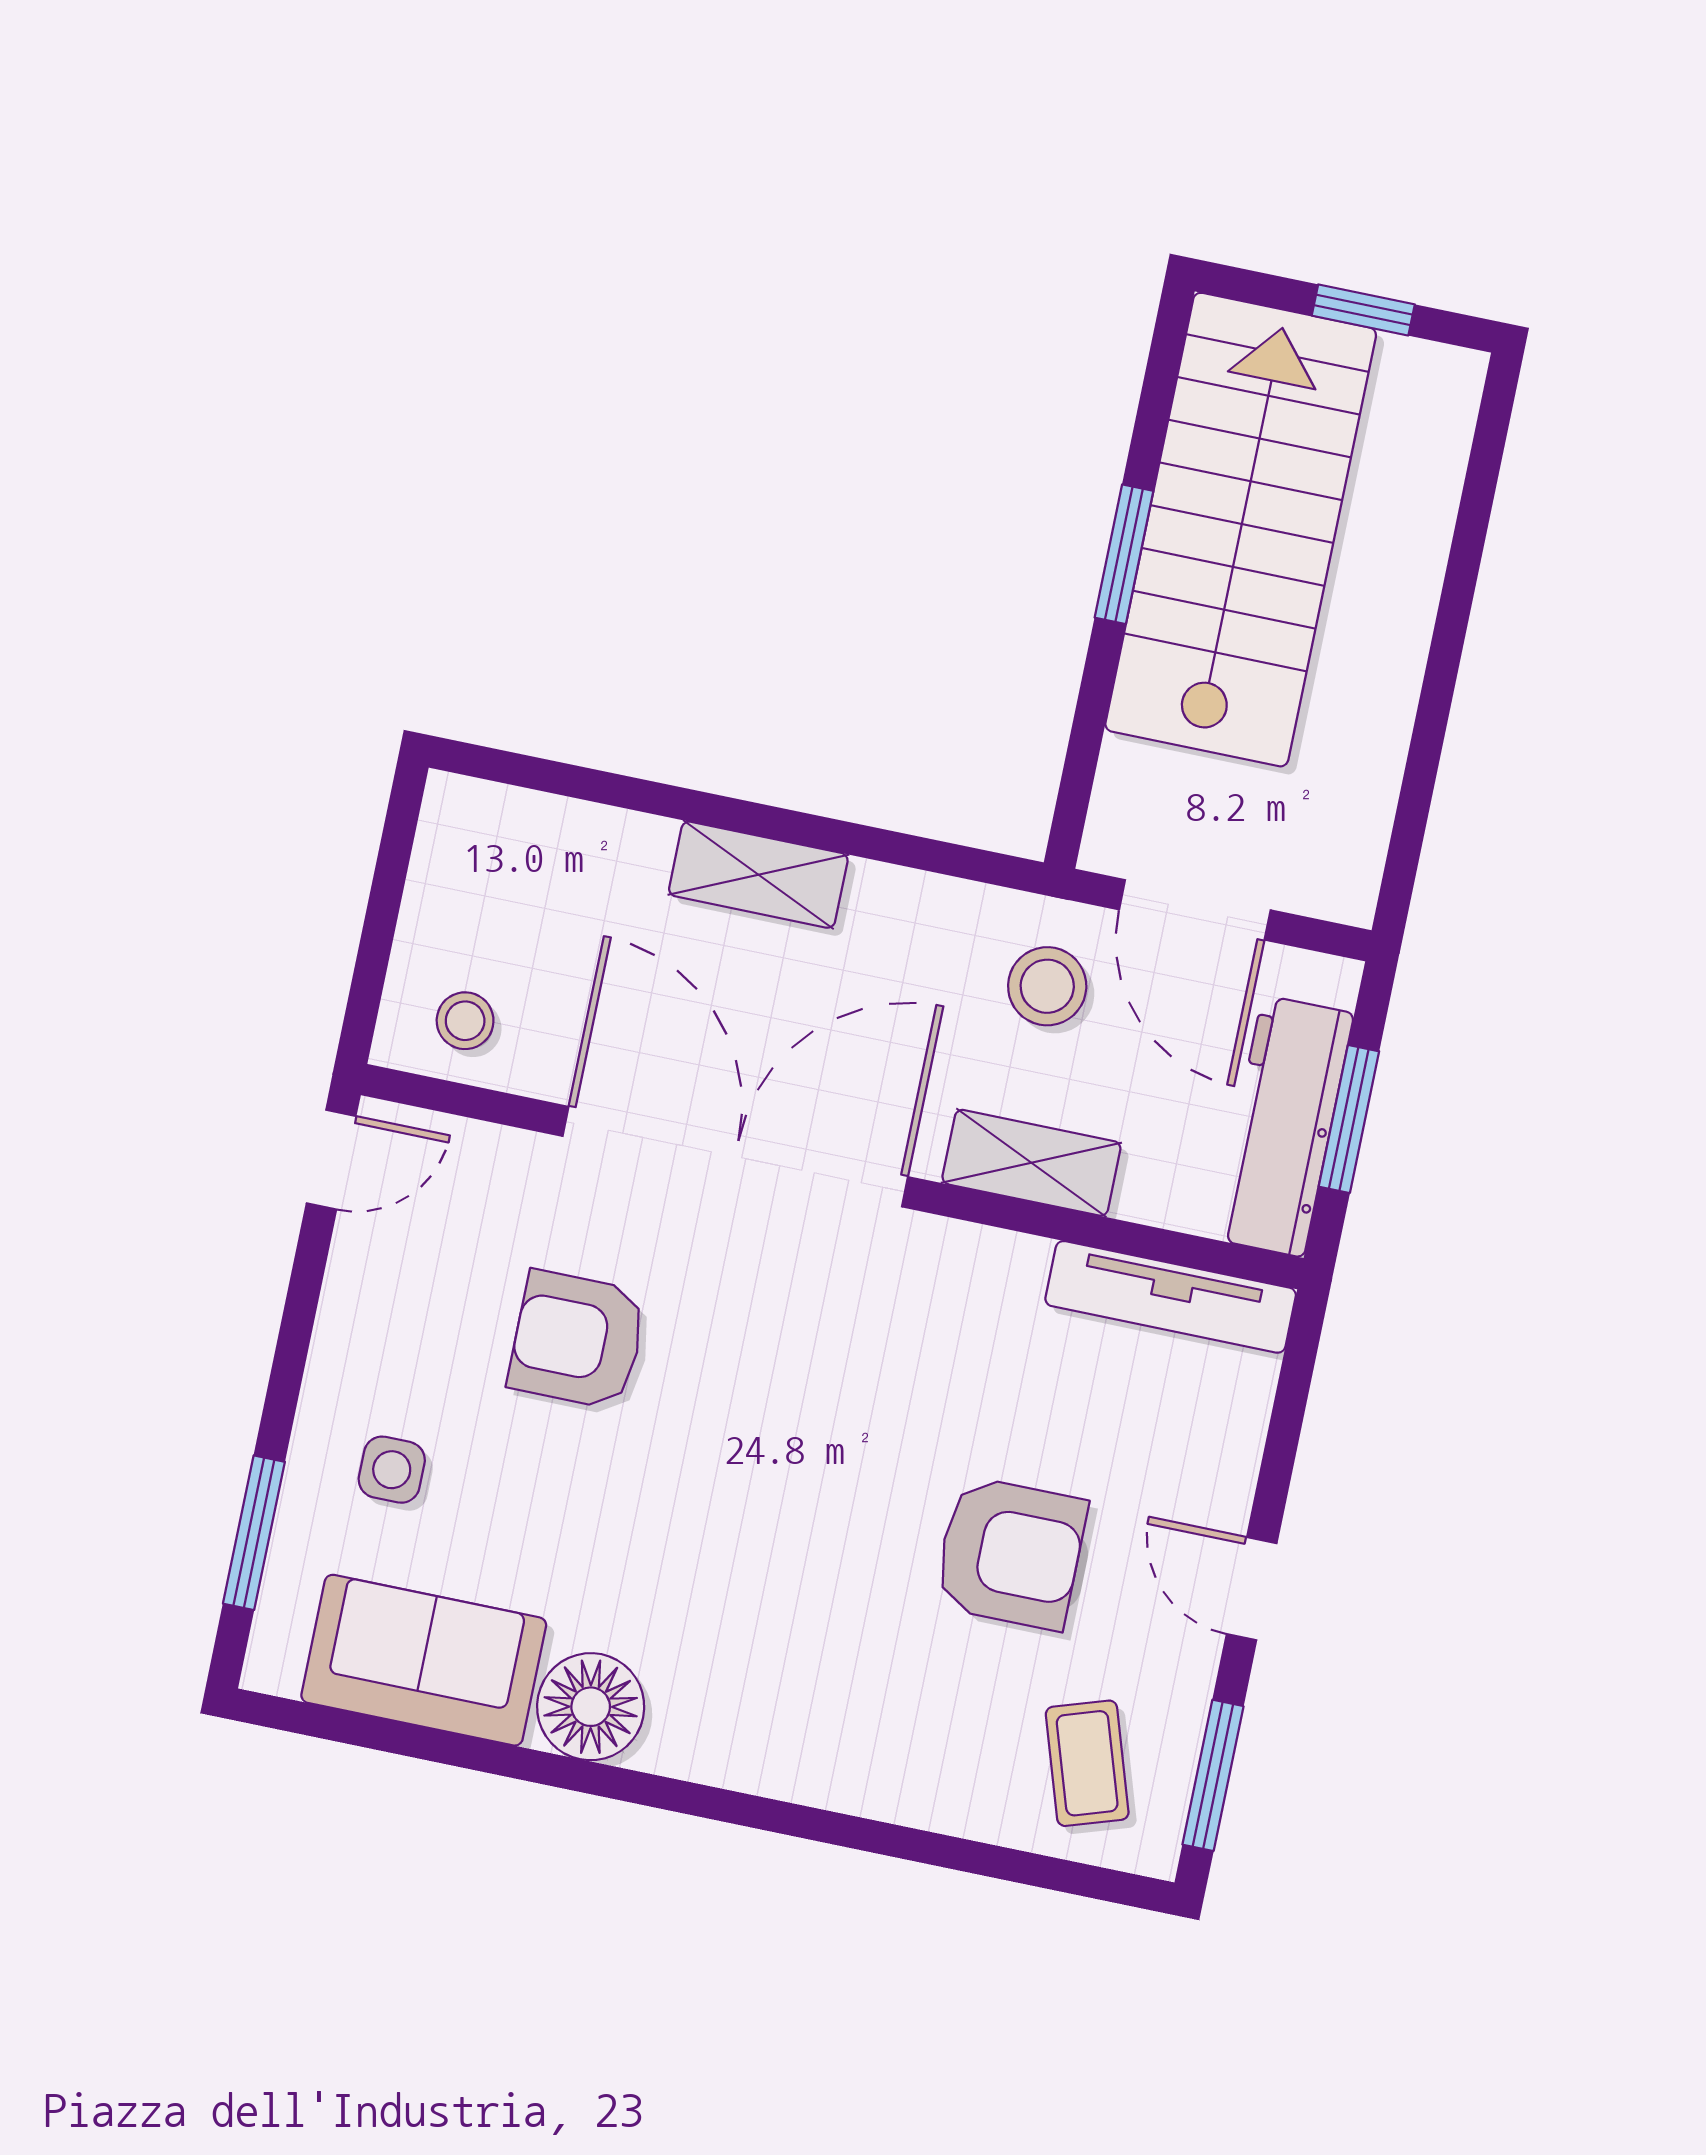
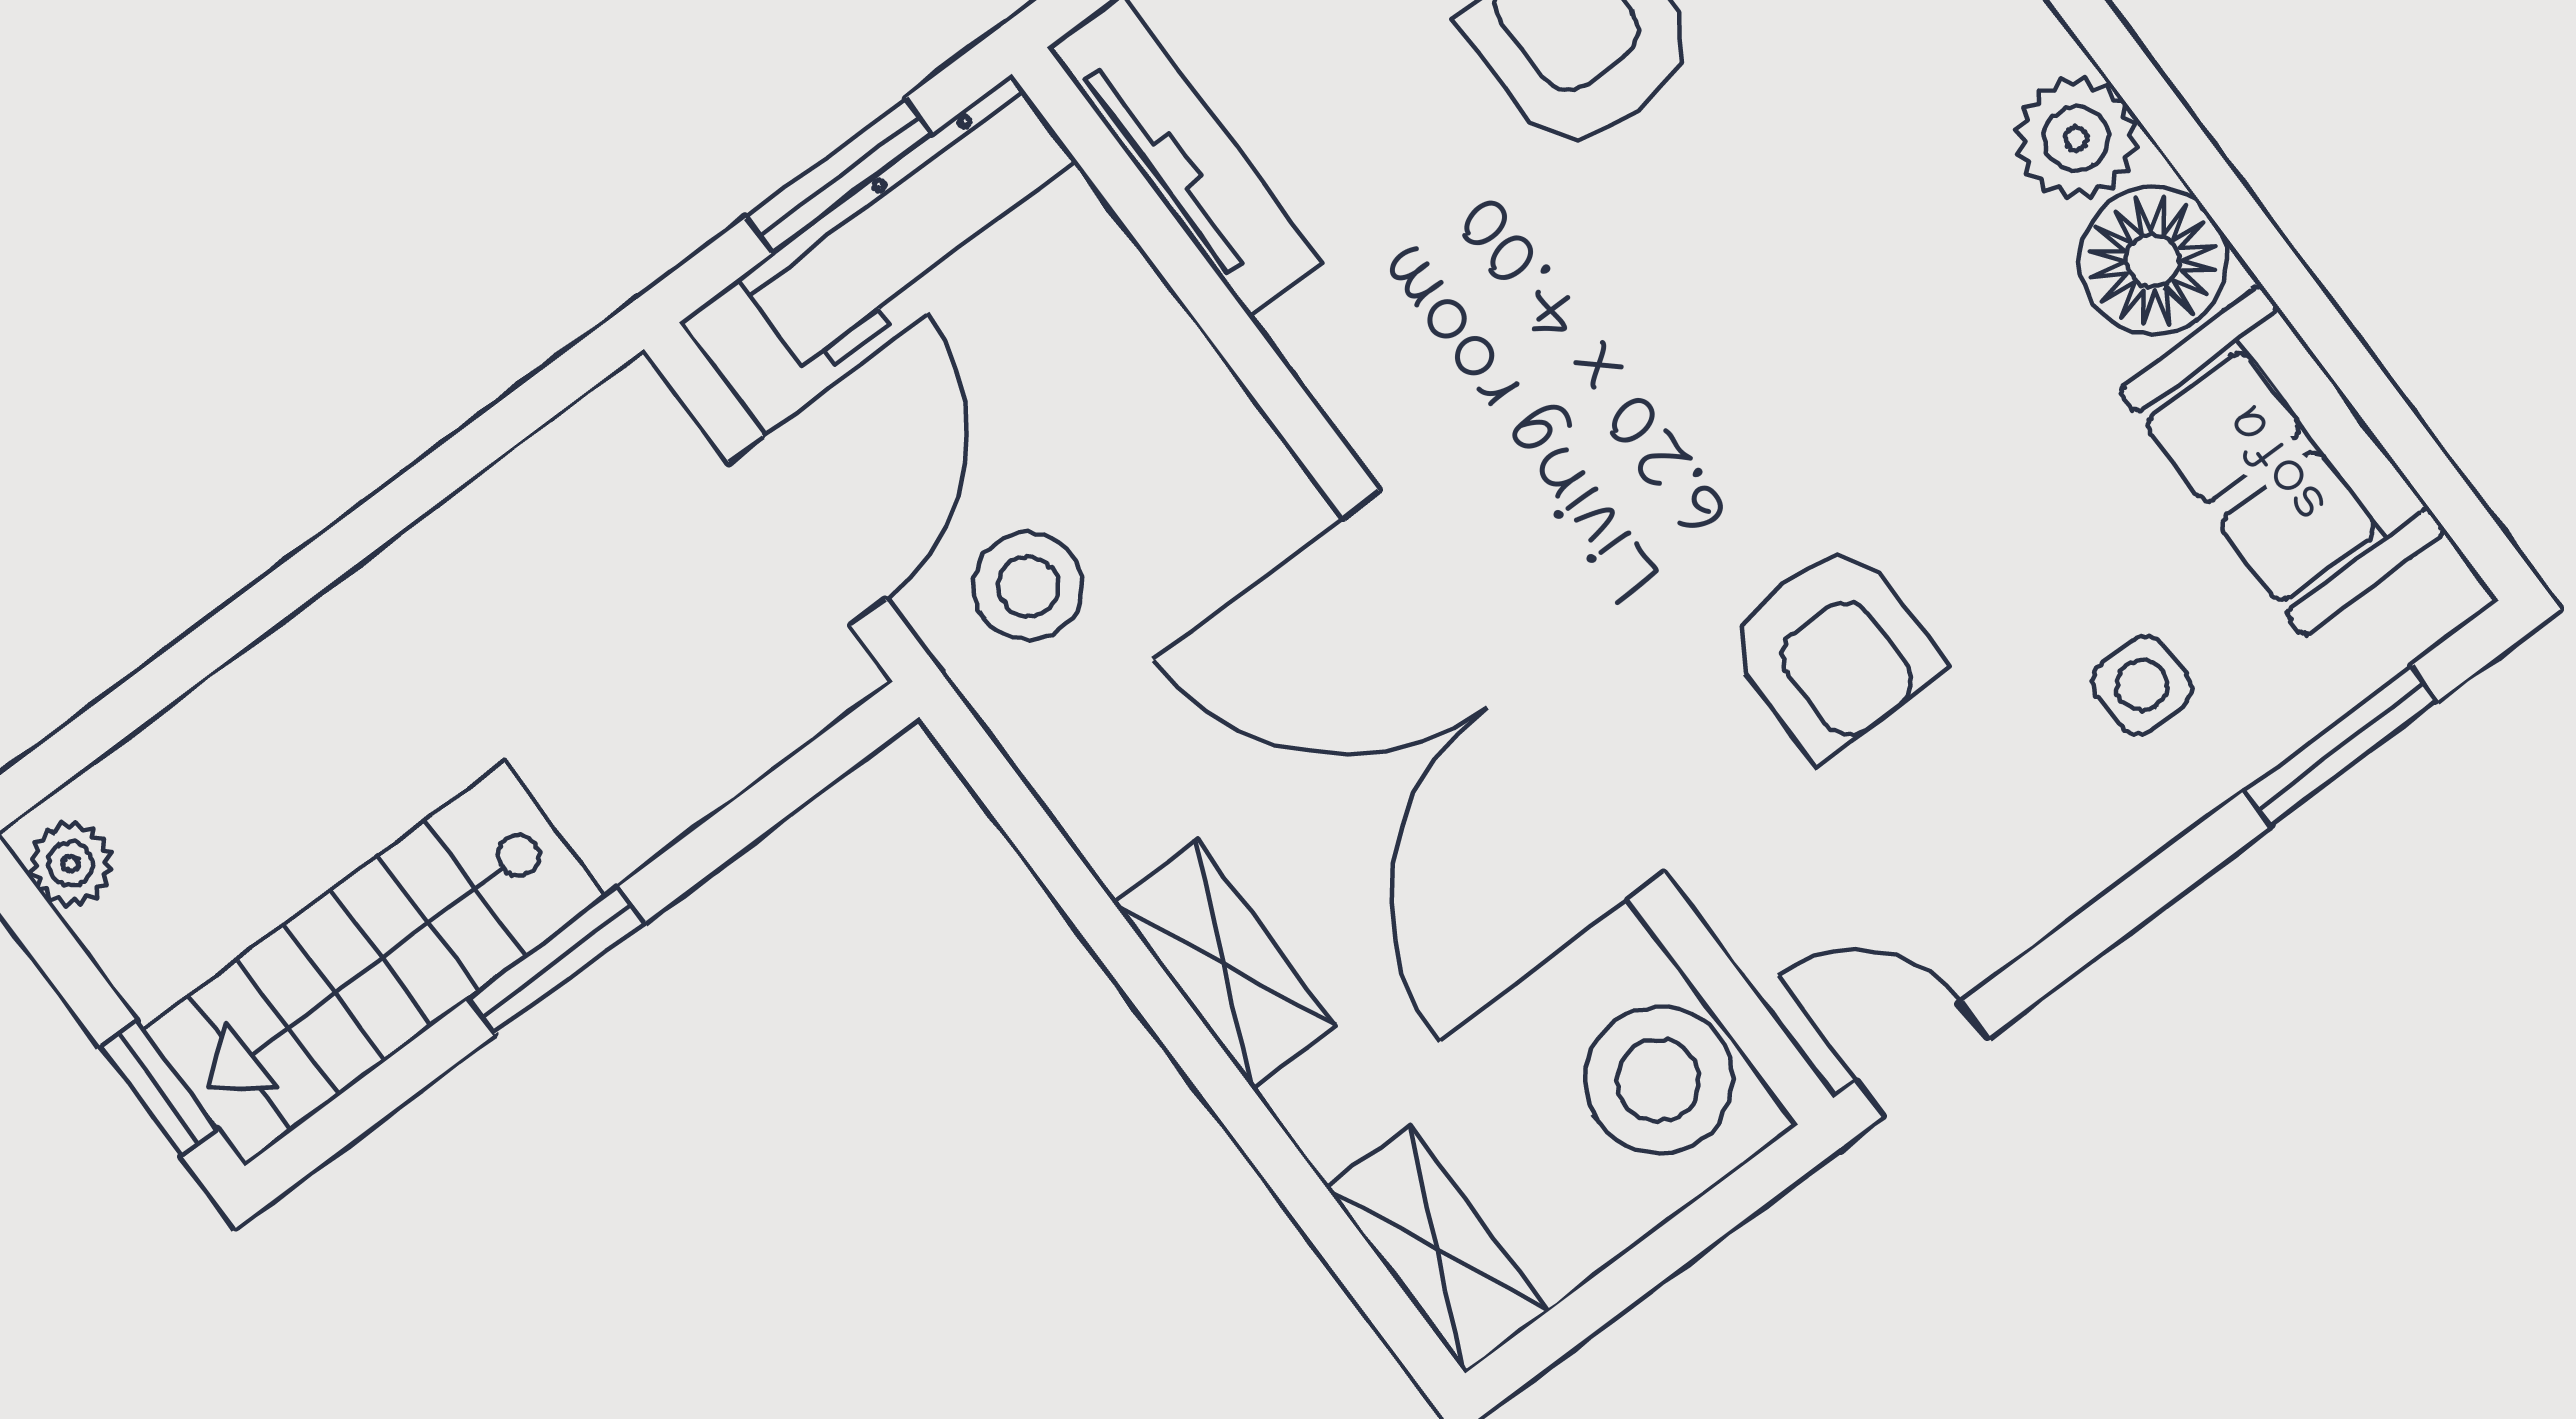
window: (1363, 310) -> (159, 1088), moved
plant: (1436, 373) -> (71, 864), added
stairs: (1241, 530) -> (374, 963), width x0.73, depth x0.66
stool: (465, 1021) -> (1658, 1080), width x1.89, depth x1.89
shelving: (1031, 1163) -> (1438, 1249), moved
plant: (692, 1736) -> (2076, 138), added

